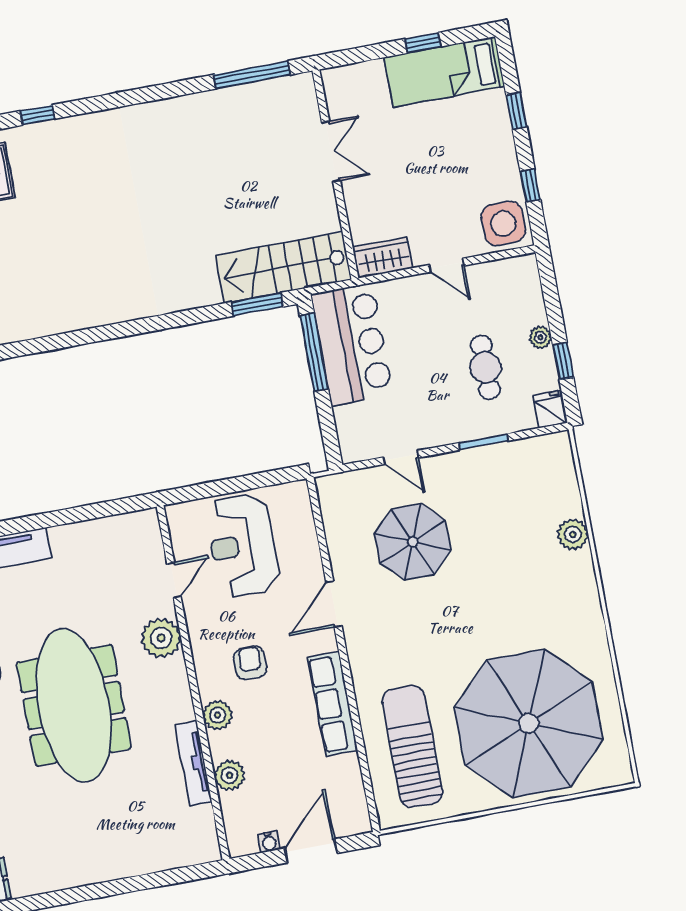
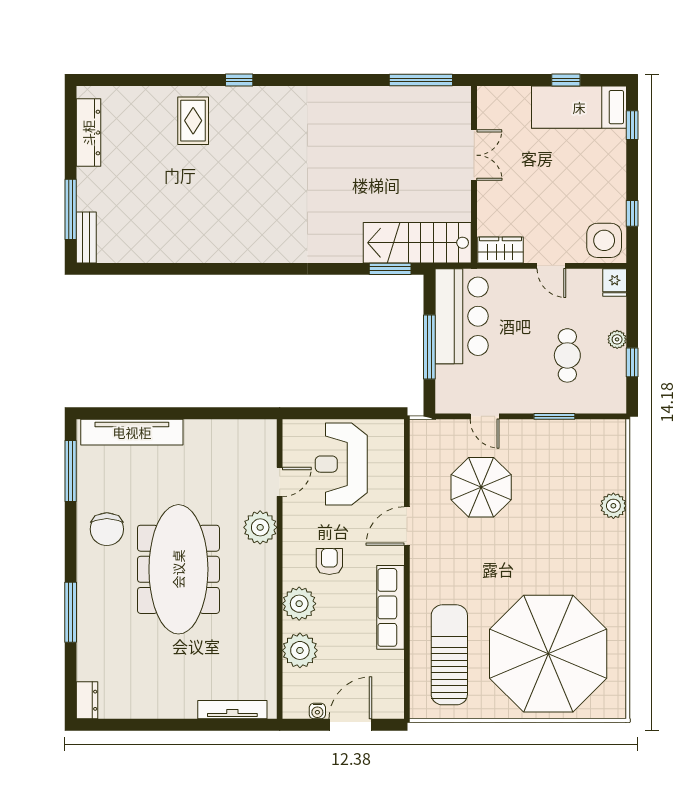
window: (516, 111) -> (632, 125), moved
window: (314, 352) -> (429, 347), moved
fridge: (550, 409) -> (615, 283), moved, turned 180
plant: (218, 715) -> (299, 604), width x1.36, depth x1.36
tv unit: (193, 763) -> (232, 710), moved, turned 90
plant: (230, 775) -> (300, 650), width x1.36, depth x1.36

